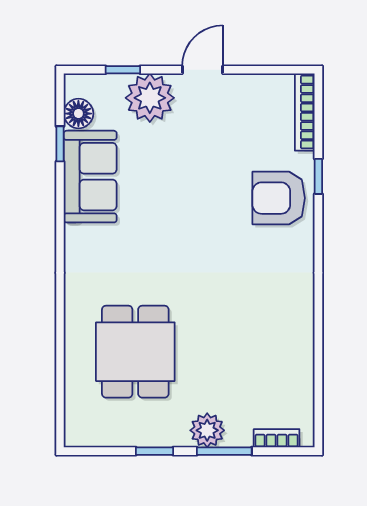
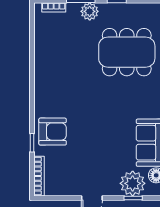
plant: (150, 98) -> (133, 183), moved
dining table: (135, 352) -> (127, 52), width x1.38

